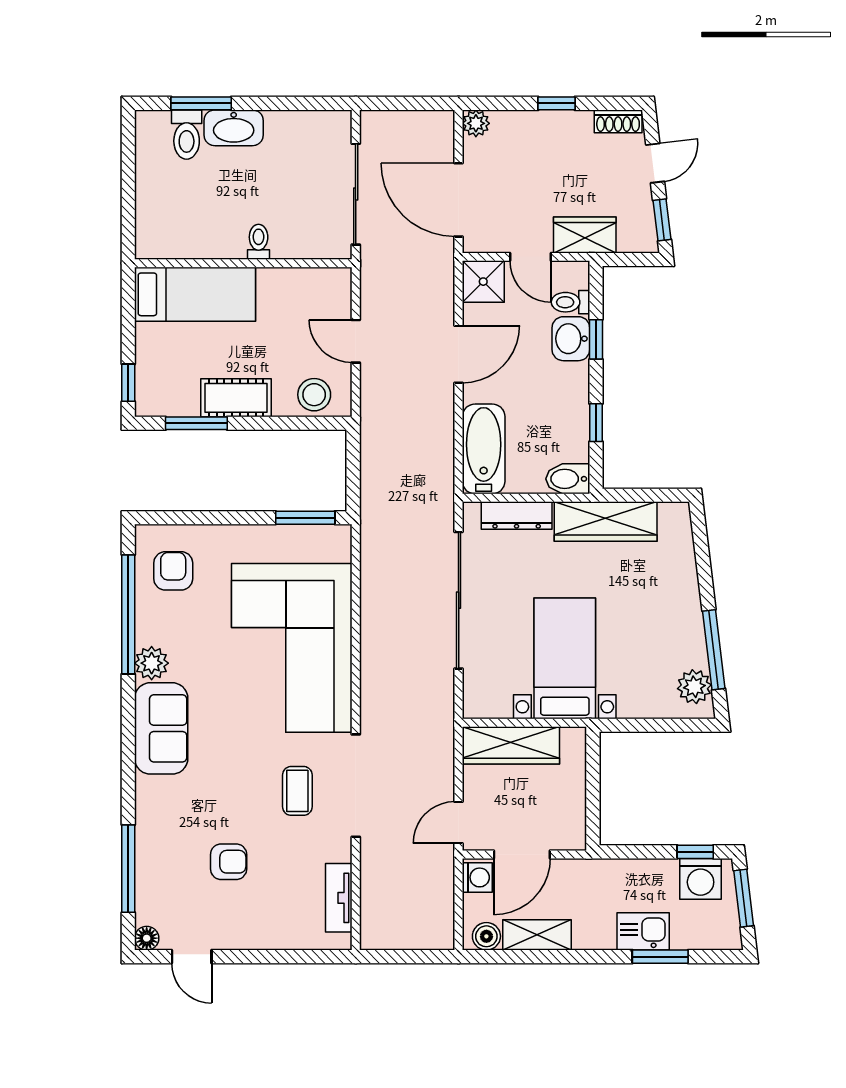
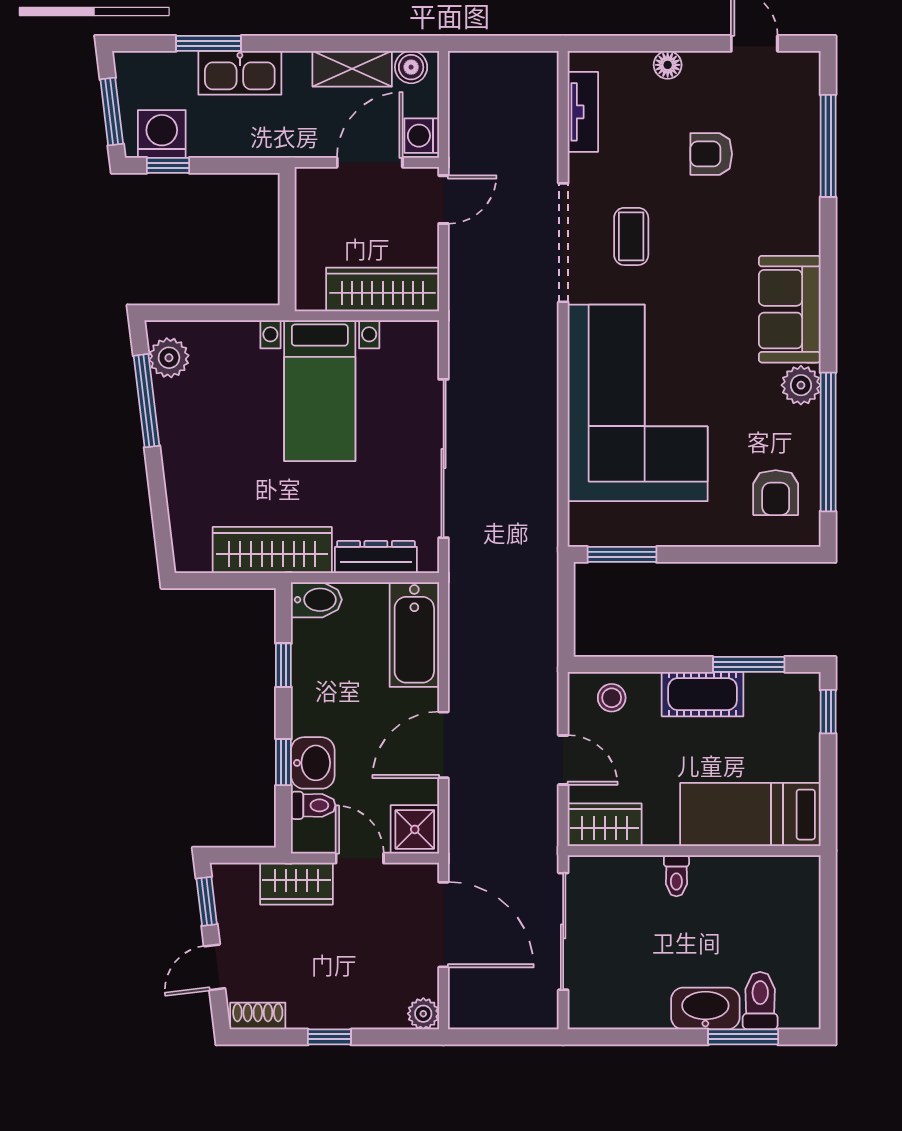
wardrobe: (320, 286) -> (605, 825), added
stool: (314, 395) -> (612, 698), width x0.73, depth x0.73
kitchen sink: (643, 931) -> (240, 73), width x1.38
floor lamp: (147, 938) -> (668, 65), moved

